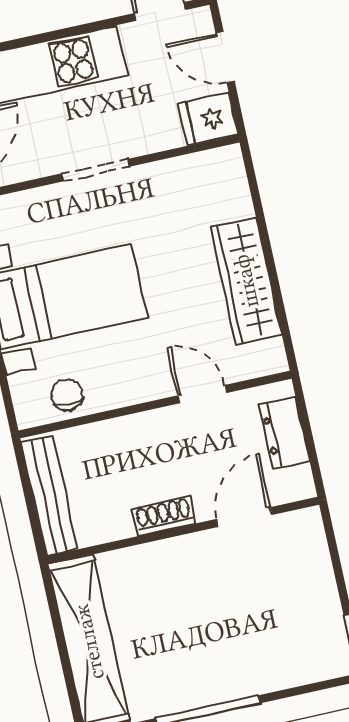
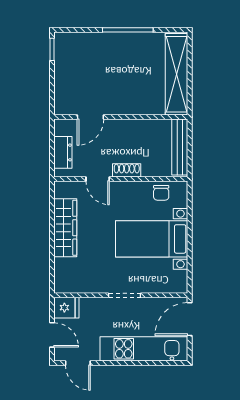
shoe rack: (164, 516) -> (127, 170), moved, turned 180

